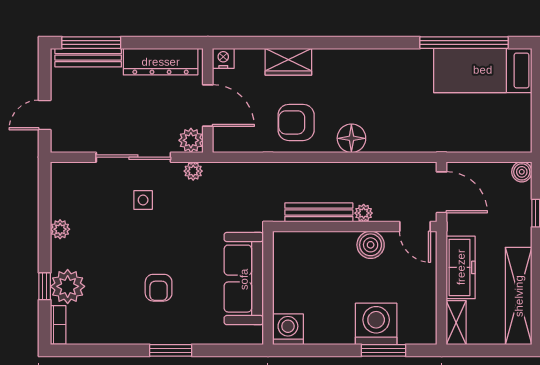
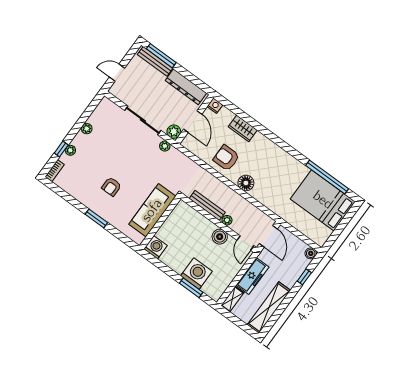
bed: (483, 70) -> (323, 200), width x1.50
side table: (143, 200) -> (133, 143), removed
plant: (68, 286) -> (70, 150), width x0.53, depth x0.53

